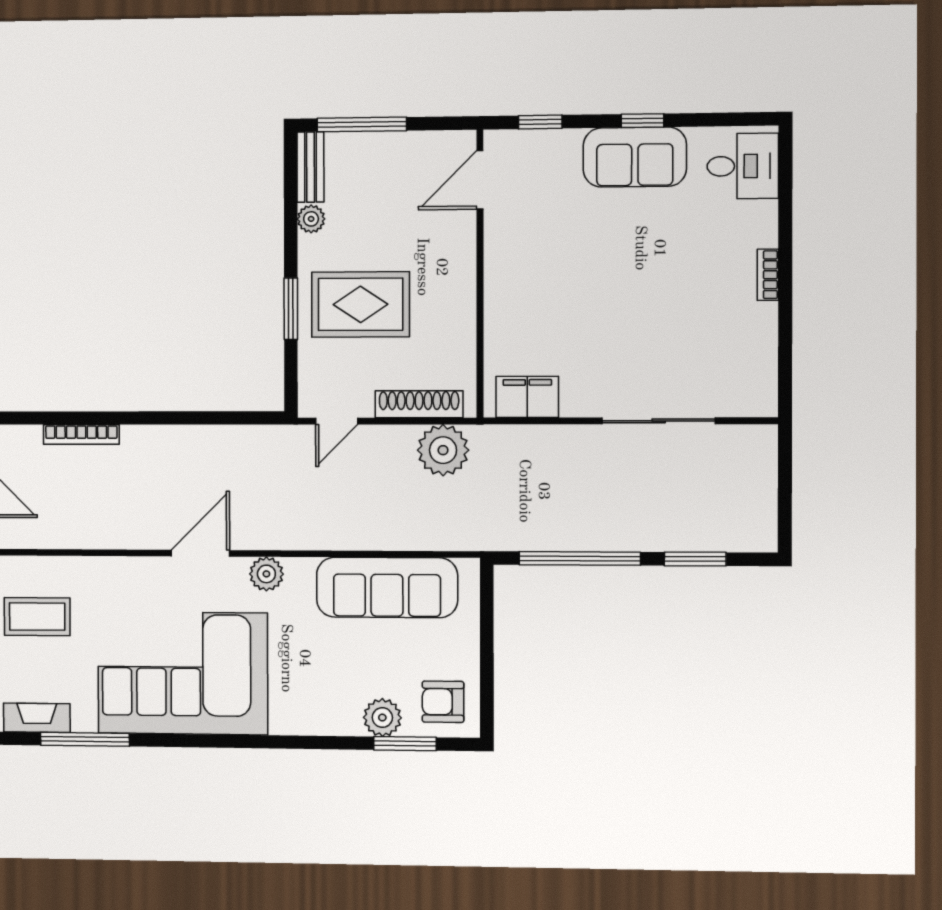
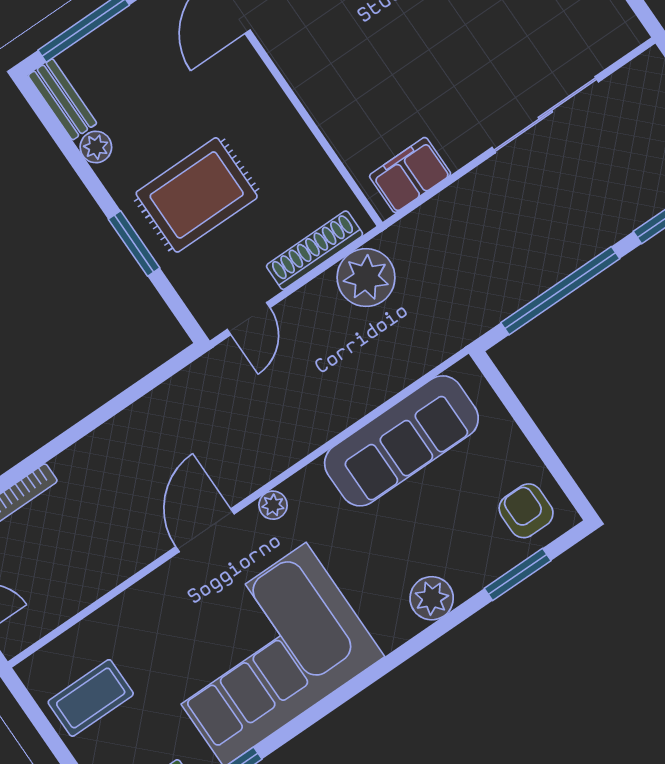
plant: (266, 574) -> (273, 505), width x0.73, depth x0.73
armchair: (443, 702) -> (526, 511), turned 90
plant: (382, 718) -> (432, 598), moved

